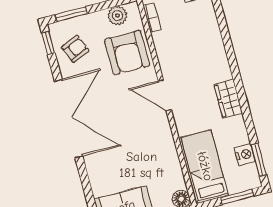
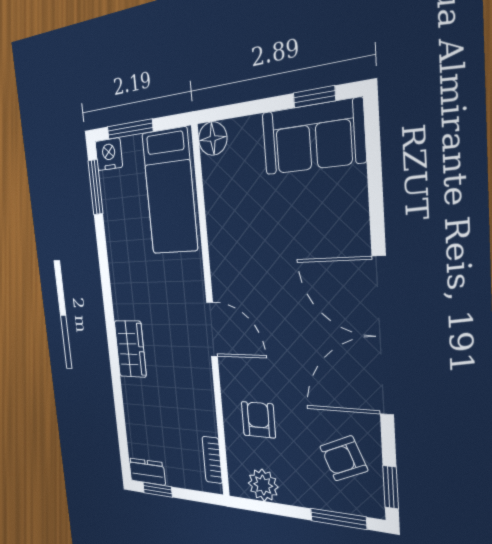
armchair: (127, 53) -> (258, 420), width x0.53, depth x0.53
wardrobe: (228, 99) -> (130, 349), moved
nightstand: (245, 154) -> (109, 154), moved, turned 90

